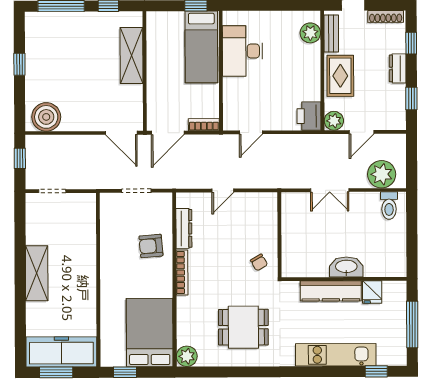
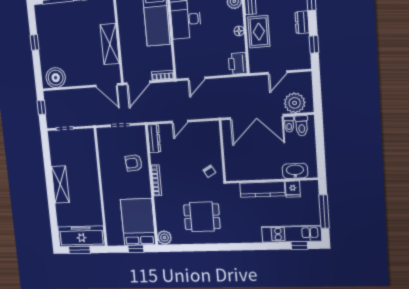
shelving: (132, 56) -> (110, 44), moved
floor lamp: (314, 73) -> (239, 31), added
plant: (334, 121) -> (256, 66), removed
double door: (330, 190) -> (257, 117), width x1.87
toilet: (372, 203) -> (289, 124), added
dresser: (184, 228) -> (154, 139), moved
washbasin: (346, 267) -> (295, 171), moved
kitchen unit: (336, 355) -> (292, 234), moved
window: (125, 372) -> (136, 249), moved

